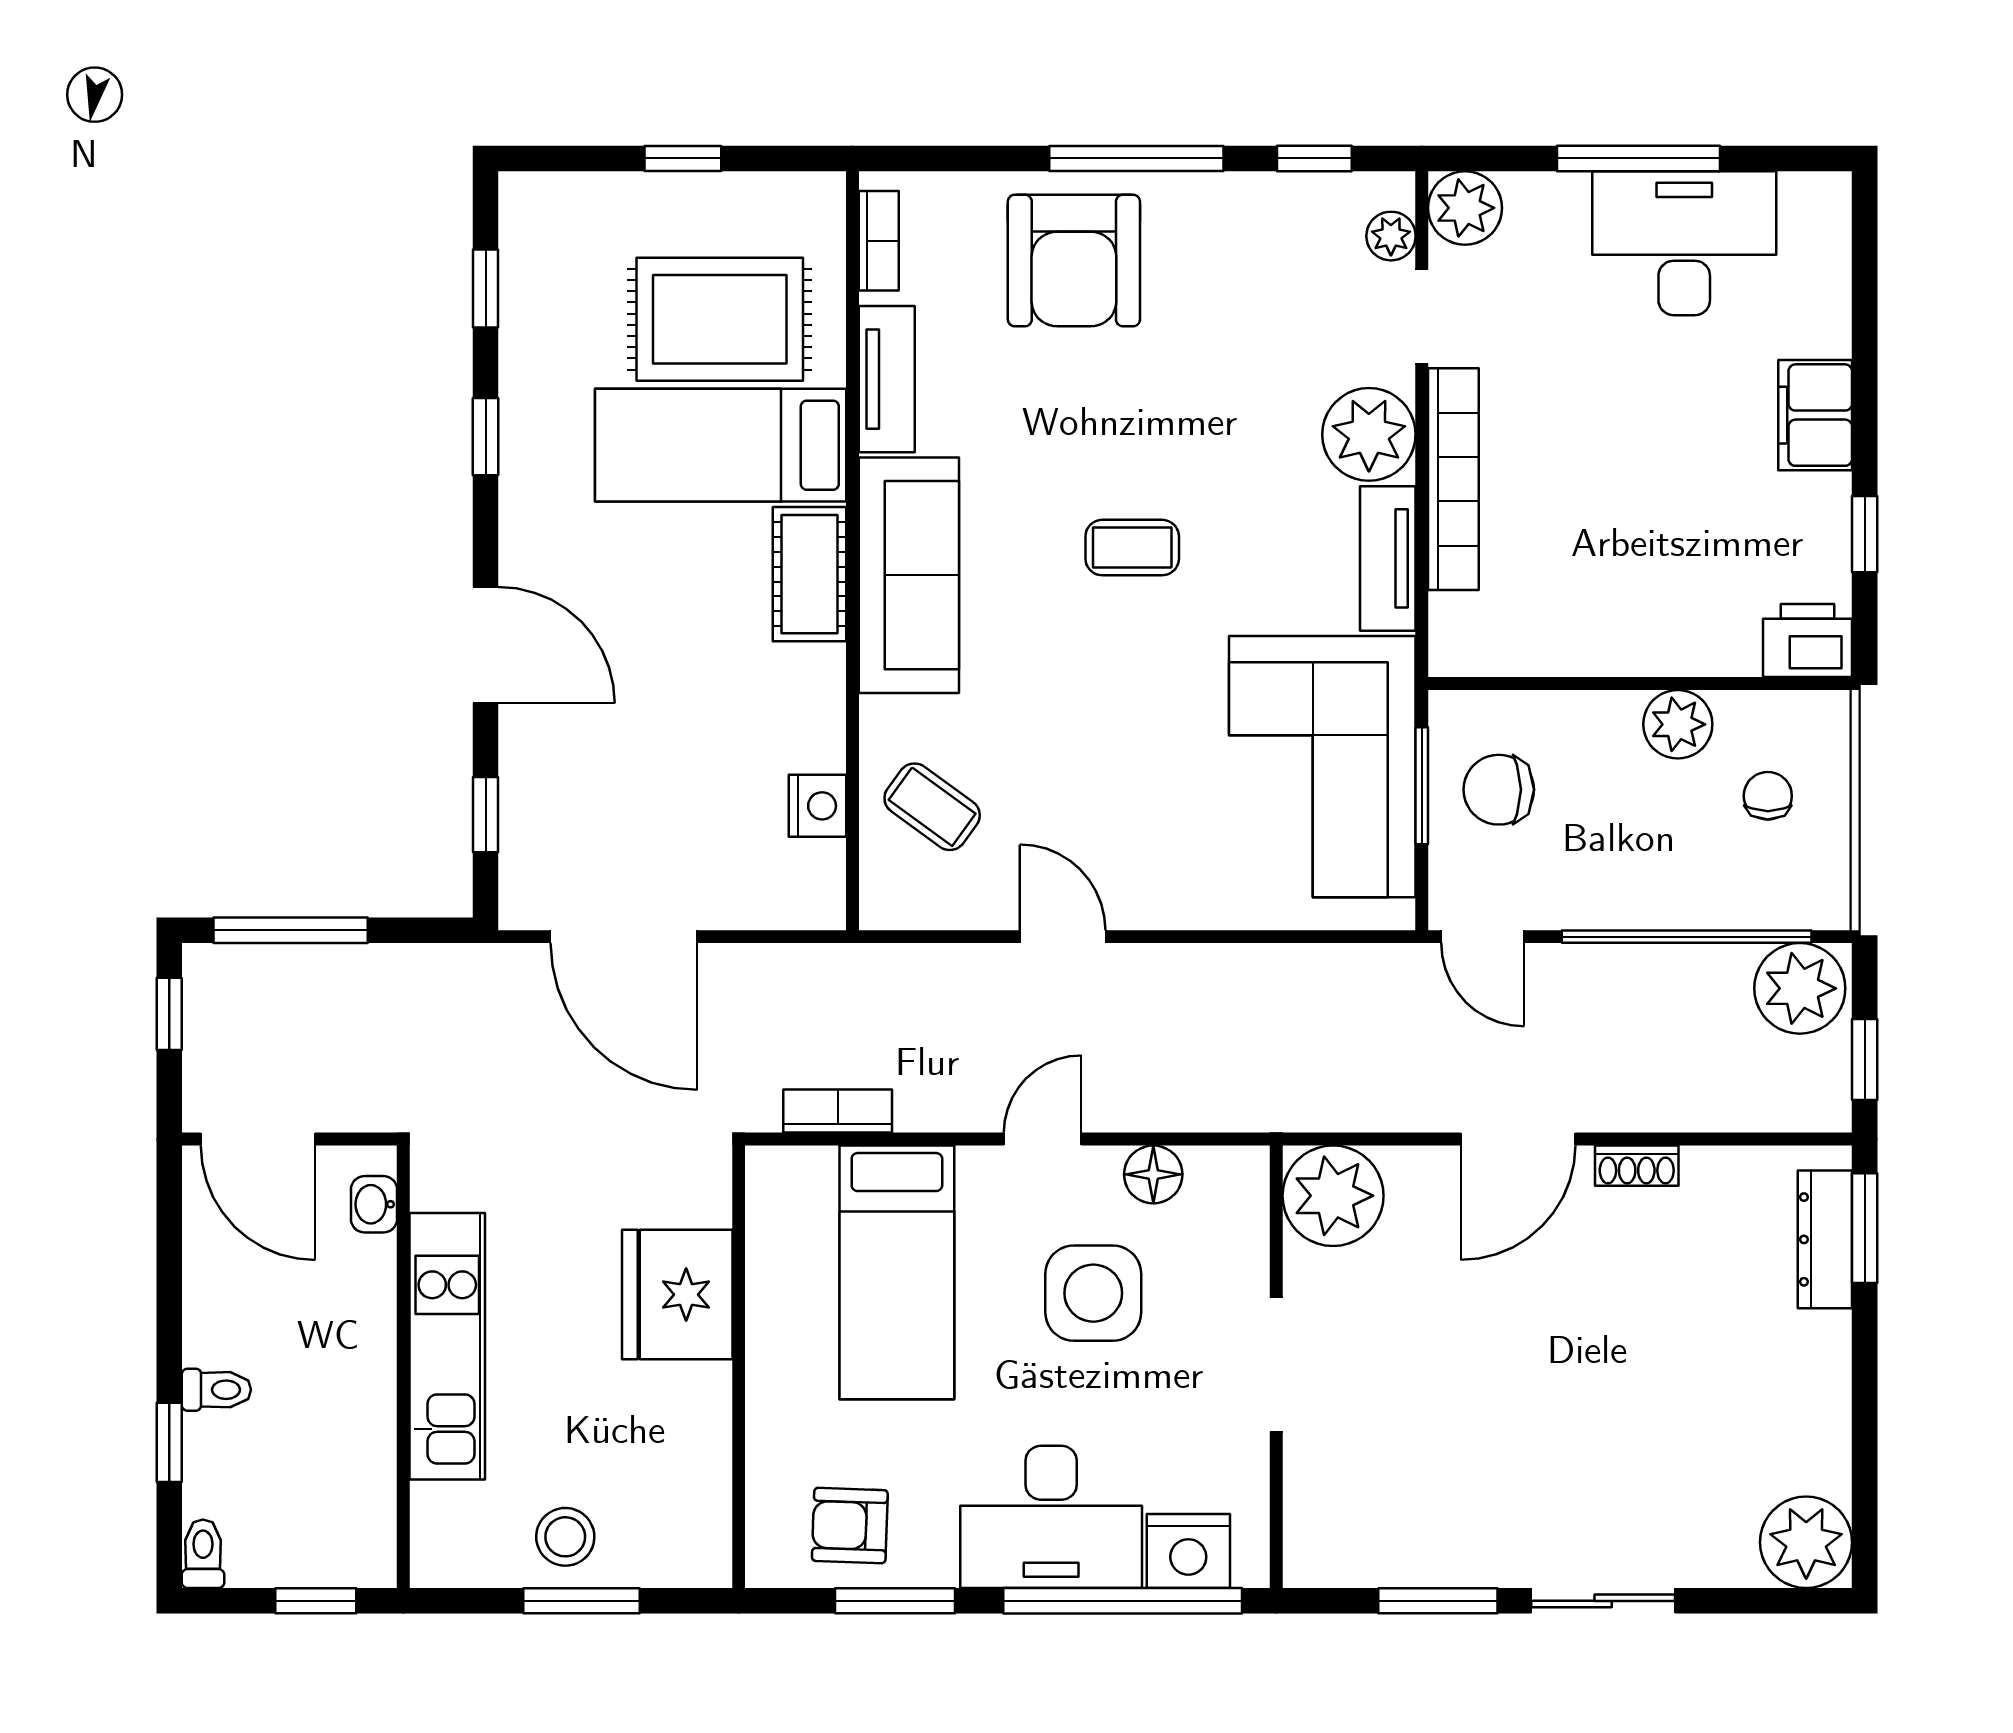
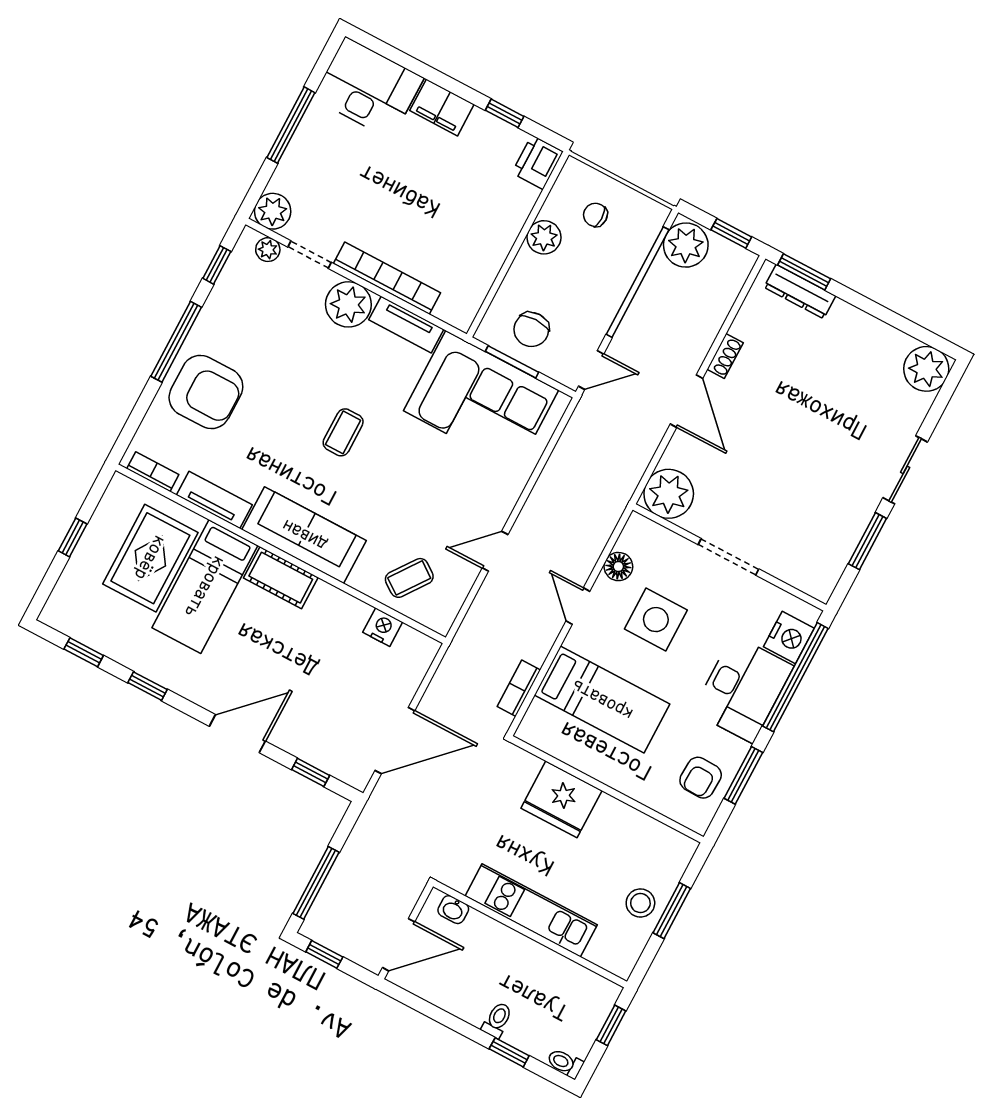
desk: (1684, 243) -> (368, 88), moved, turned 90

